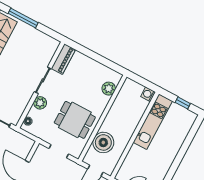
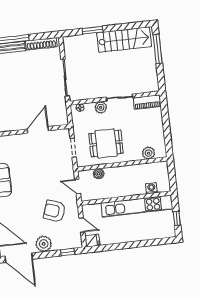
washing machine: (148, 94) -> (151, 188), moved
dining table: (75, 120) -> (106, 143), turned 90
kitchen unit: (153, 122) -> (137, 206), width x1.36
boiler: (103, 142) -> (99, 174), width x0.54, depth x0.54

